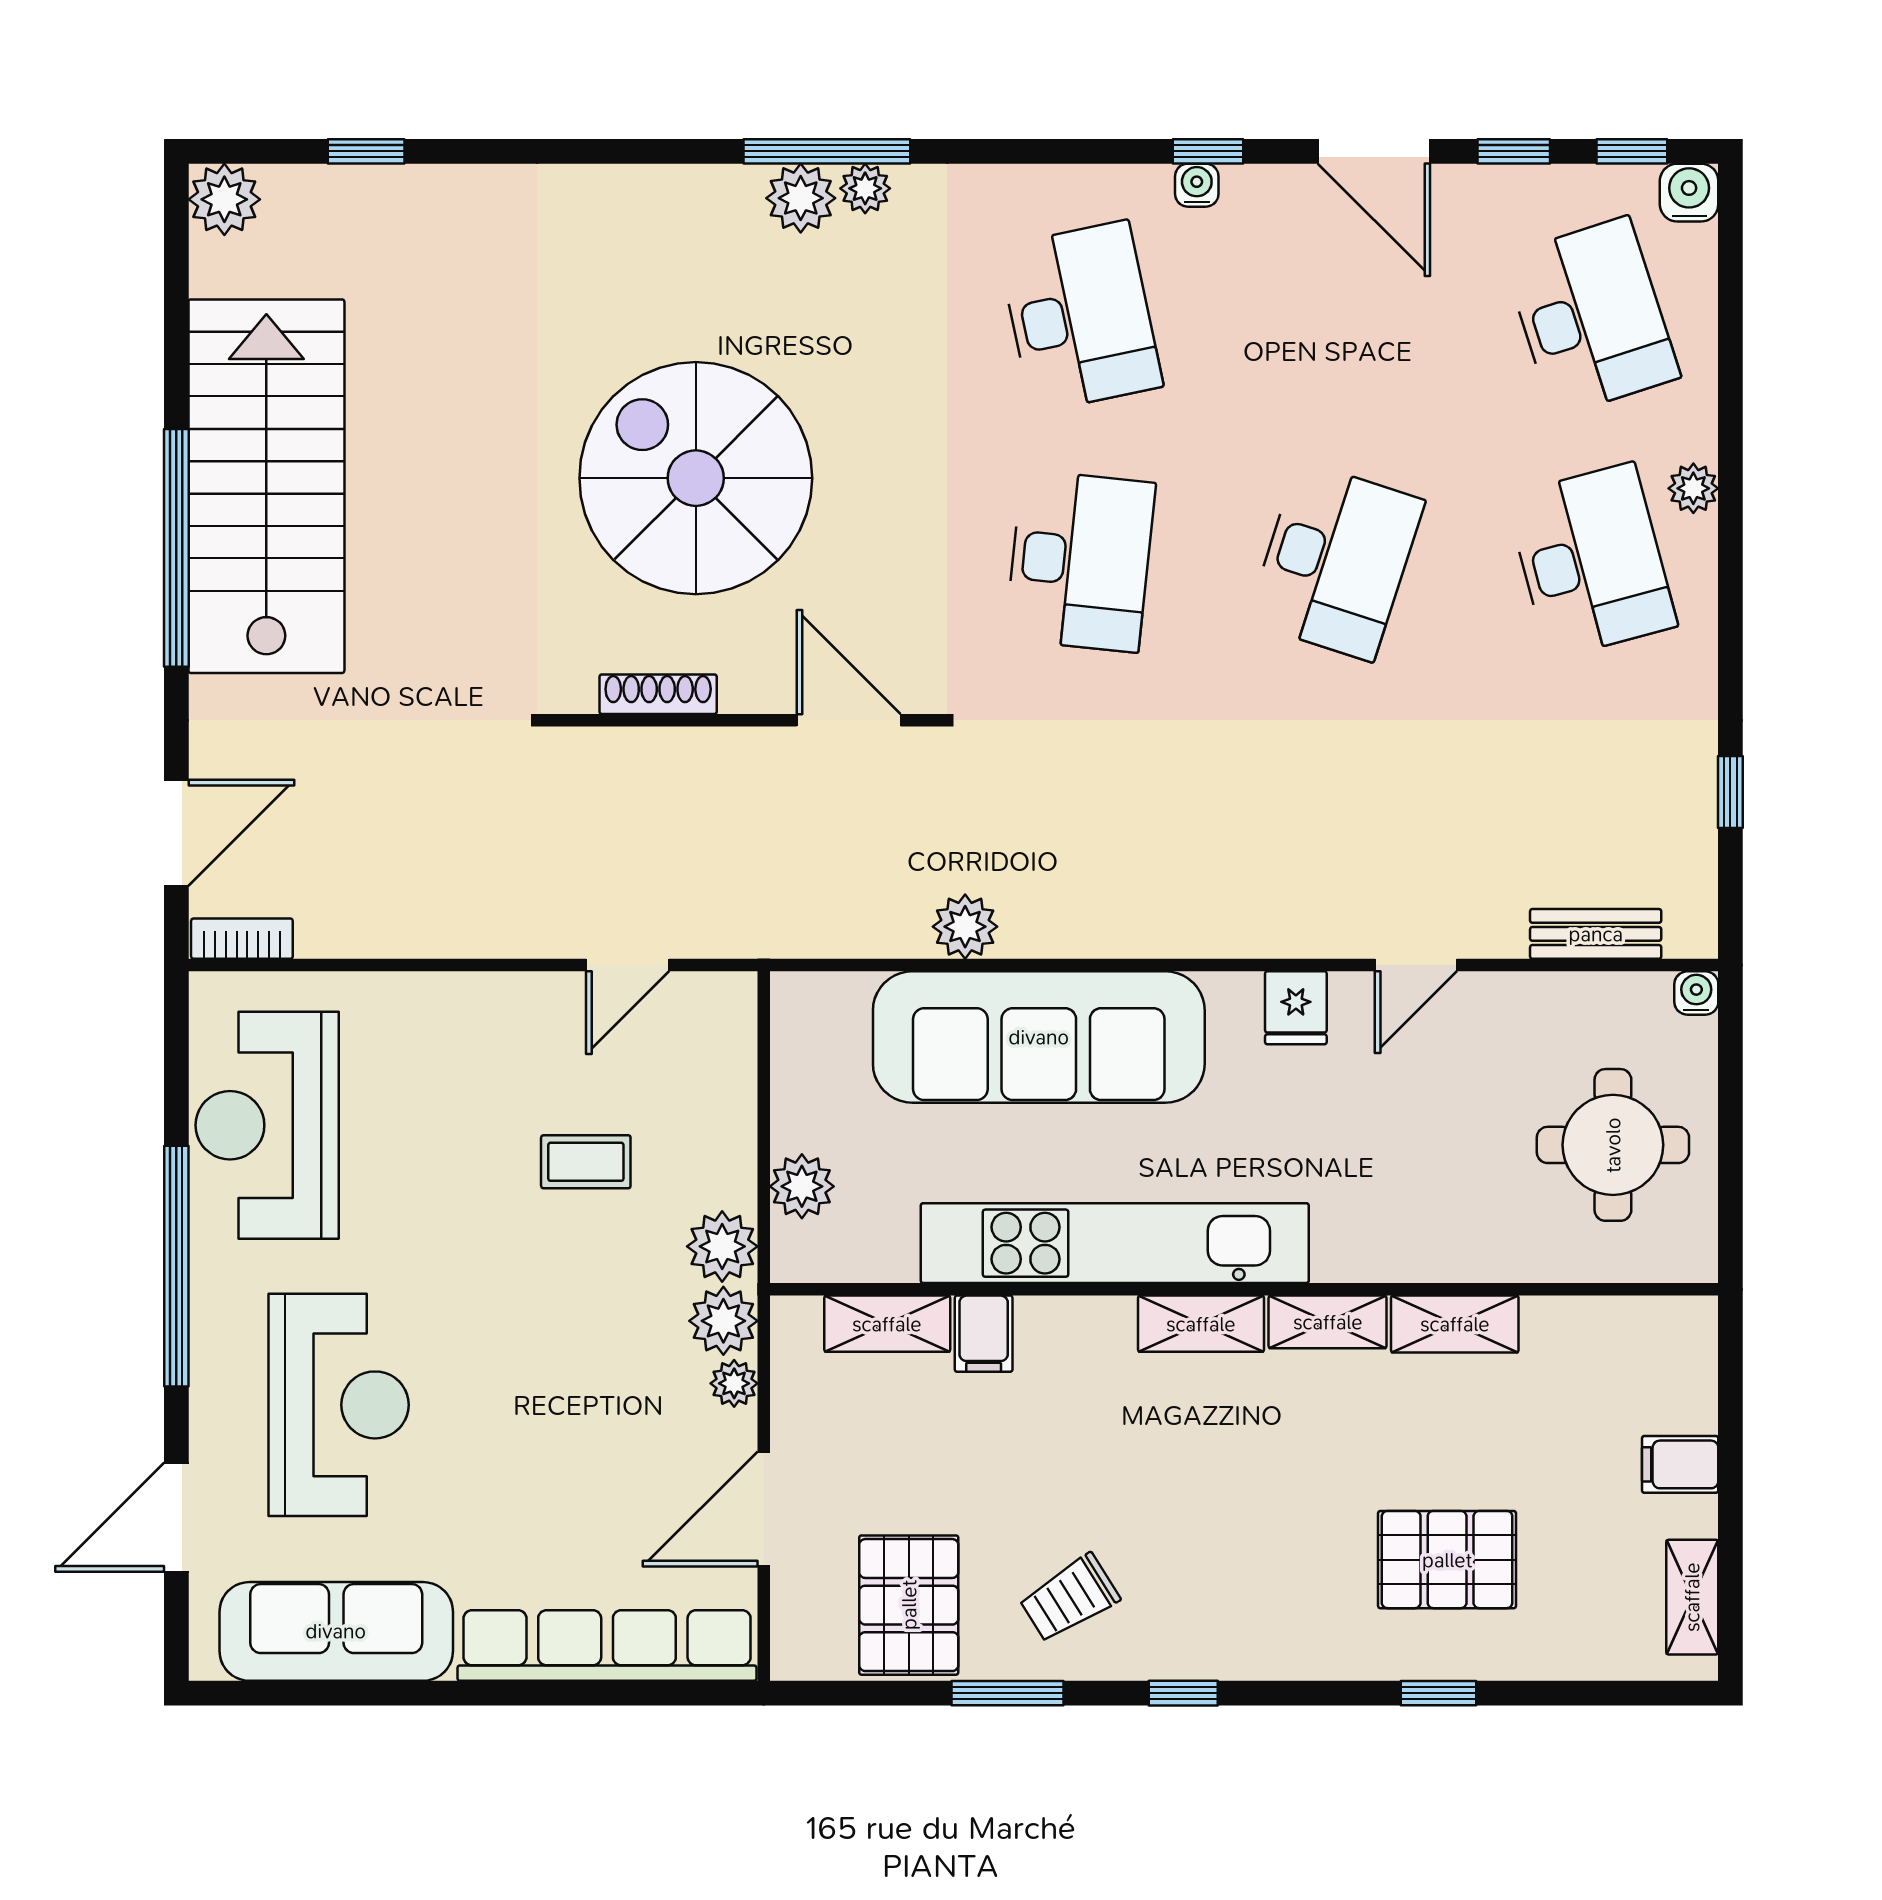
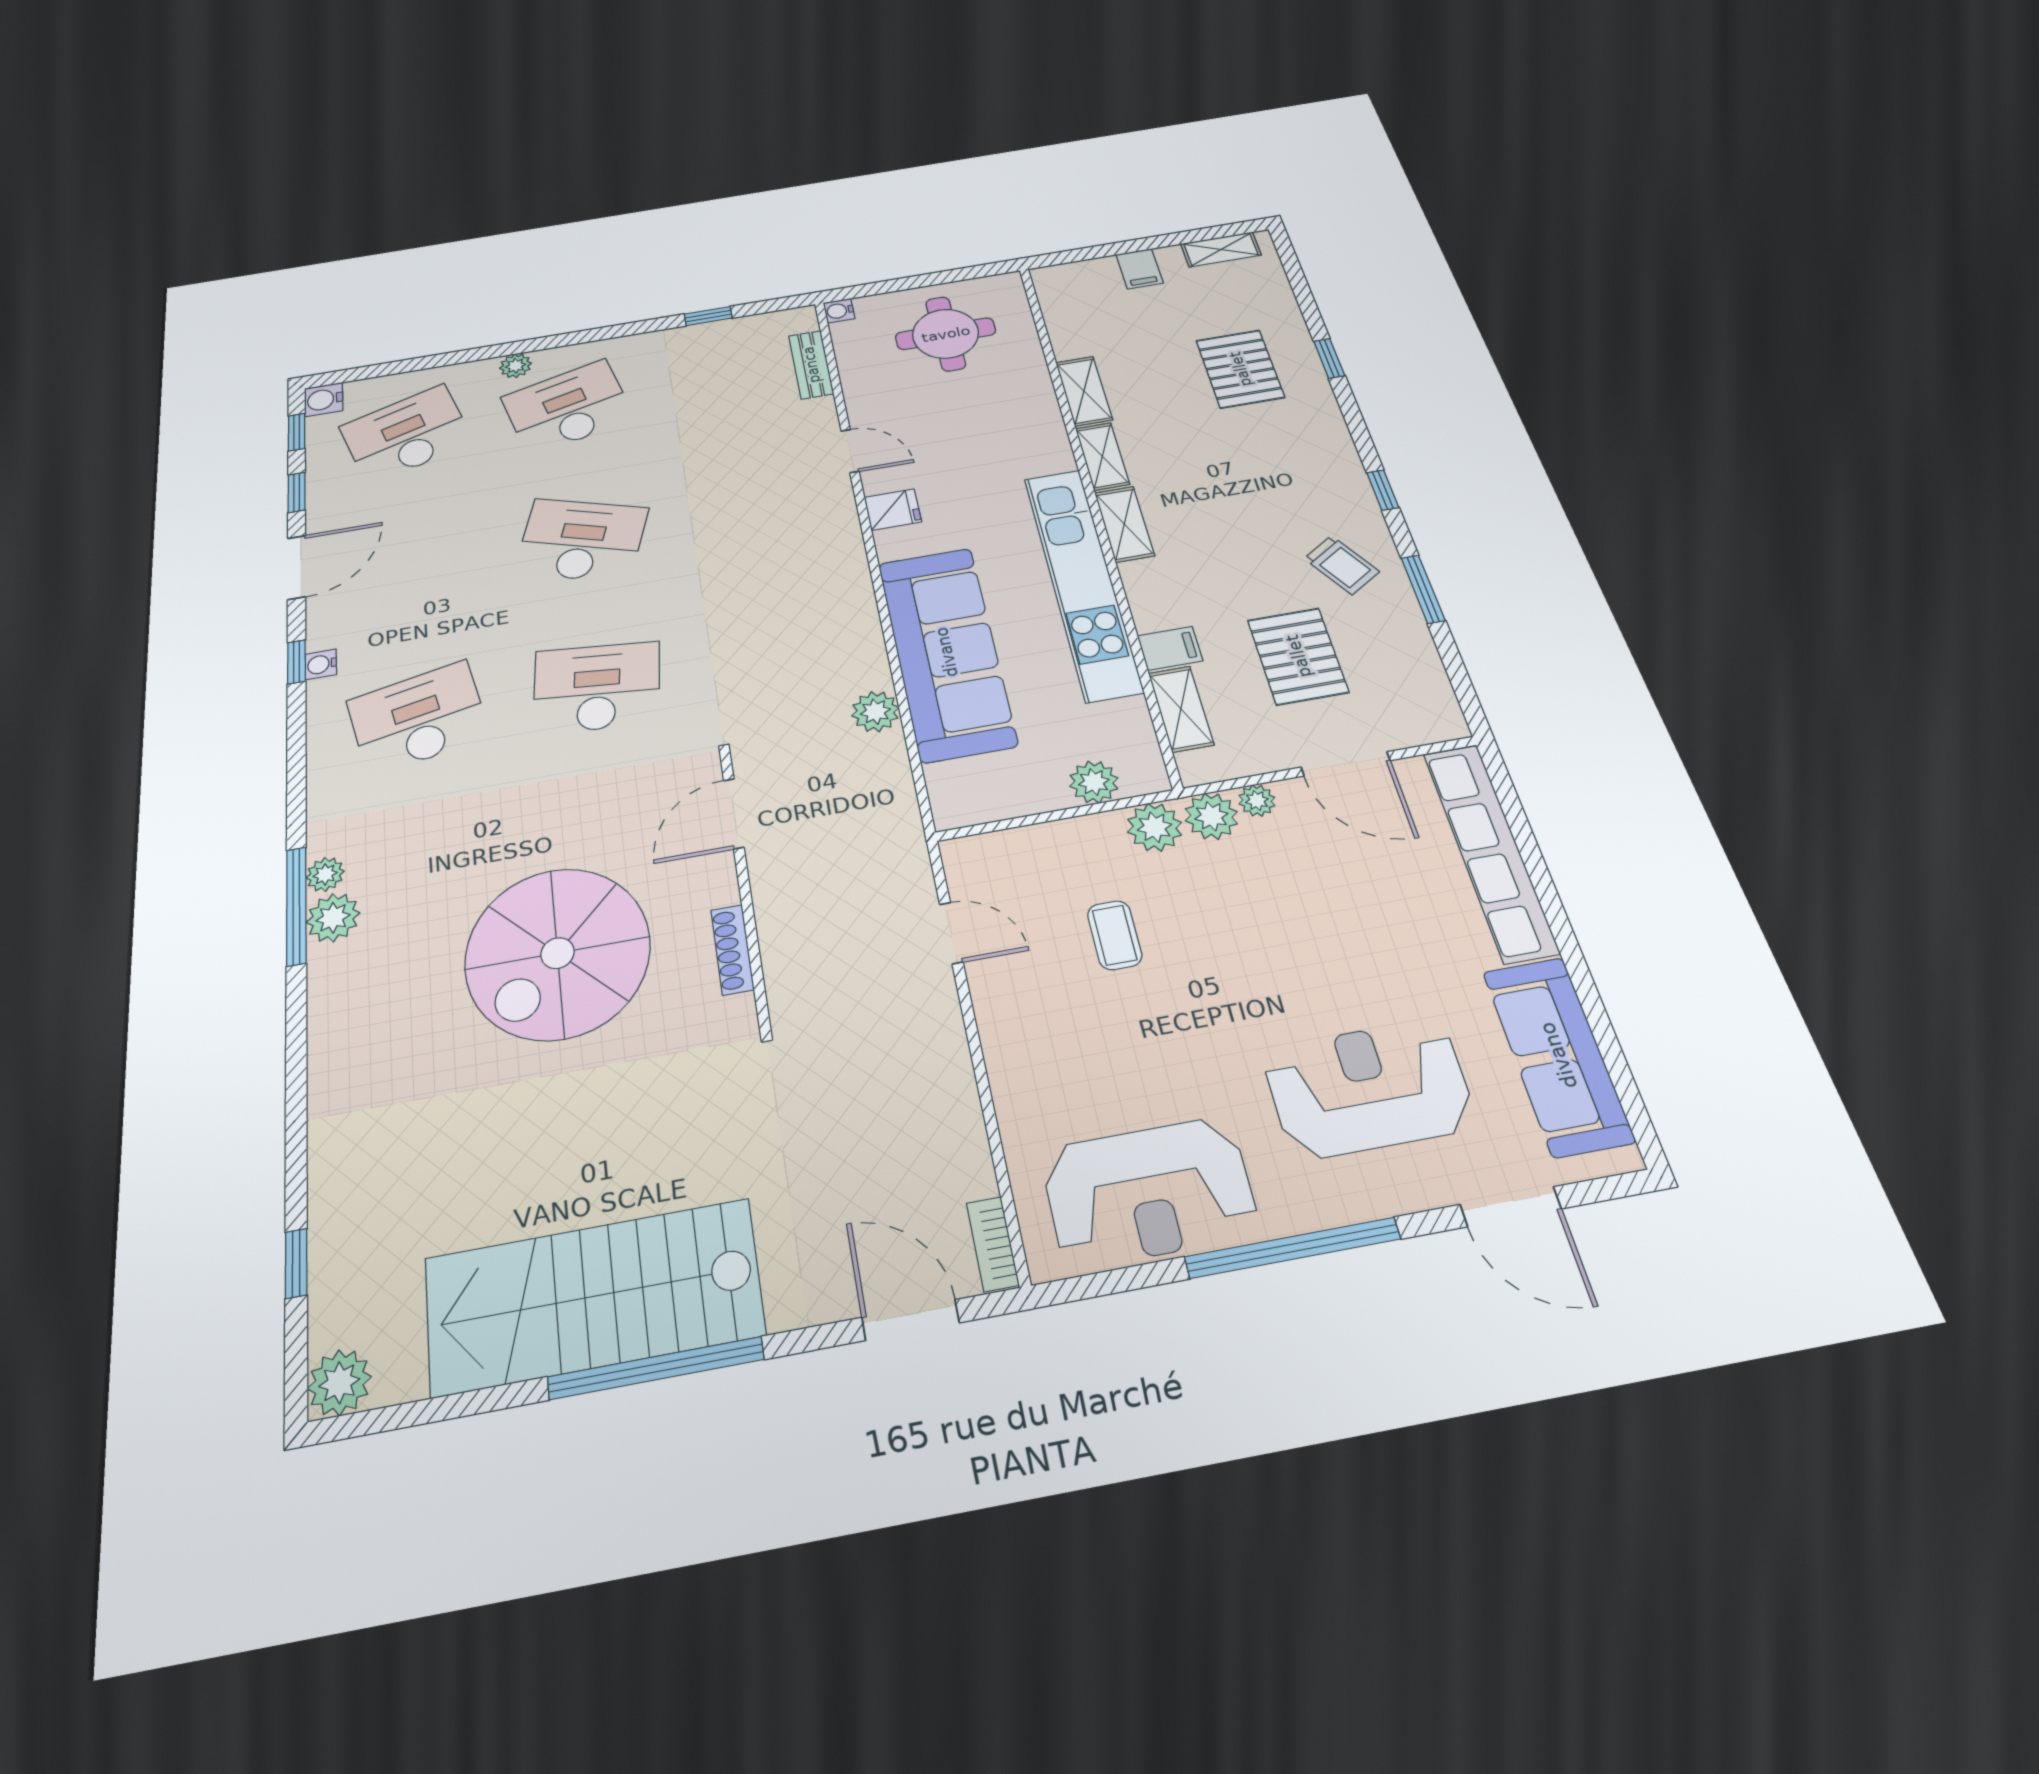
pallet: (909, 1605) -> (1298, 656), moved, turned 90

